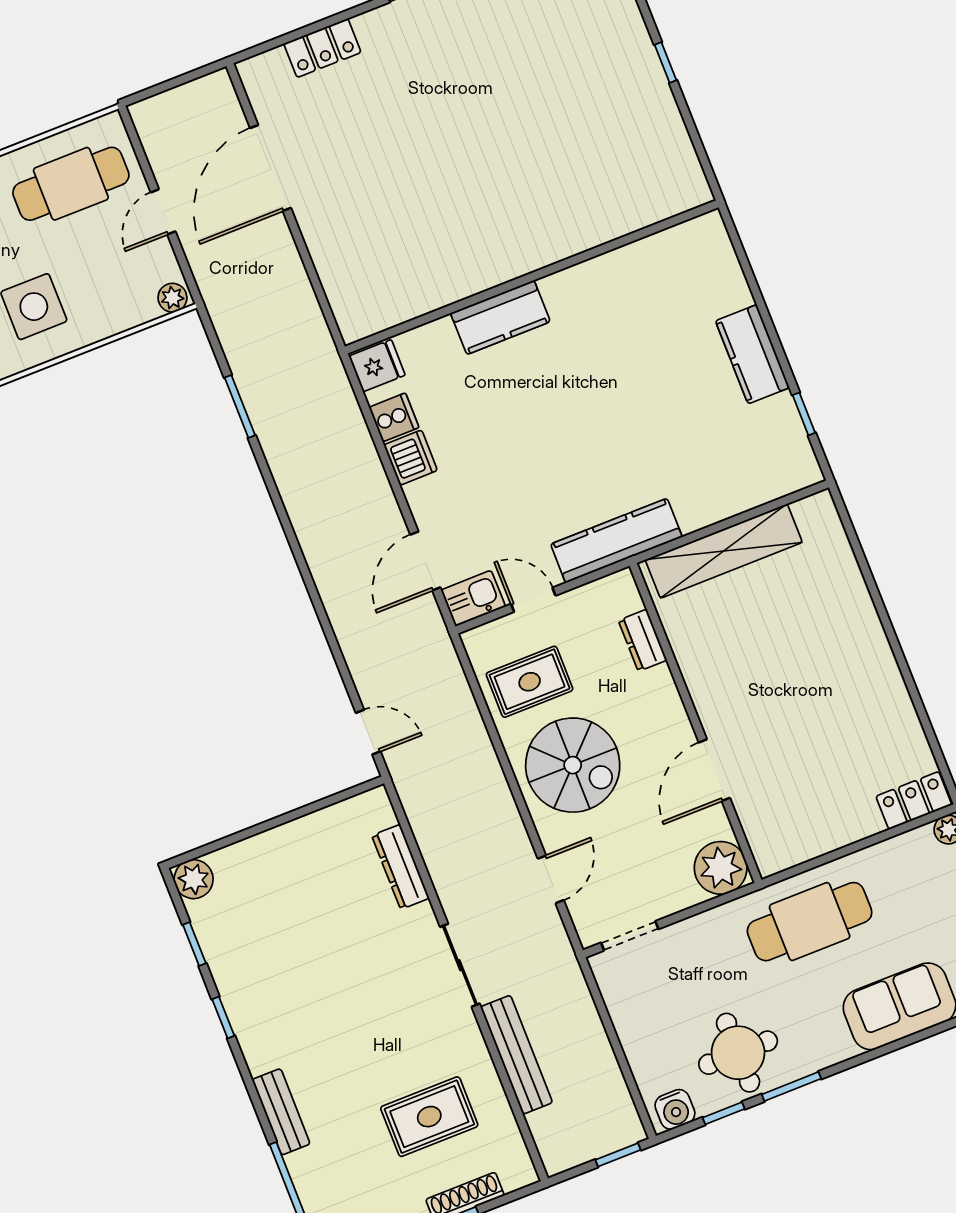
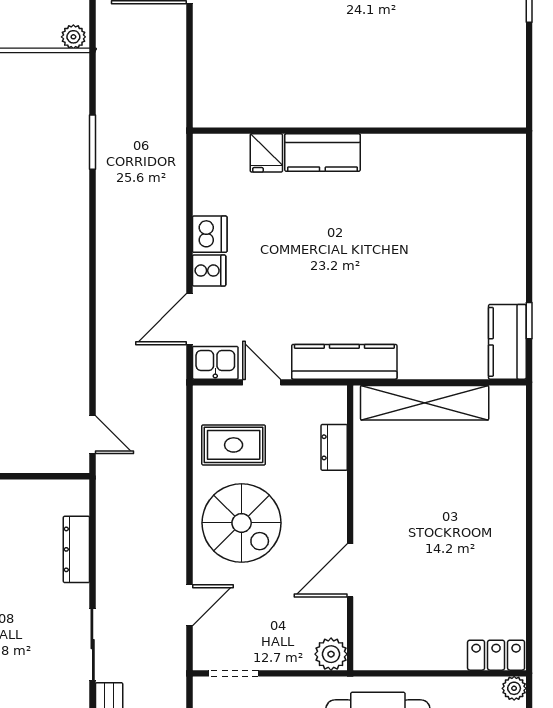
kitchen counter: (752, 354) -> (507, 342), moved
fridge: (377, 366) -> (266, 153), moved, turned 90
cooker: (394, 417) -> (209, 271), moved
plant: (721, 868) -> (331, 654), width x0.73, depth x0.73

